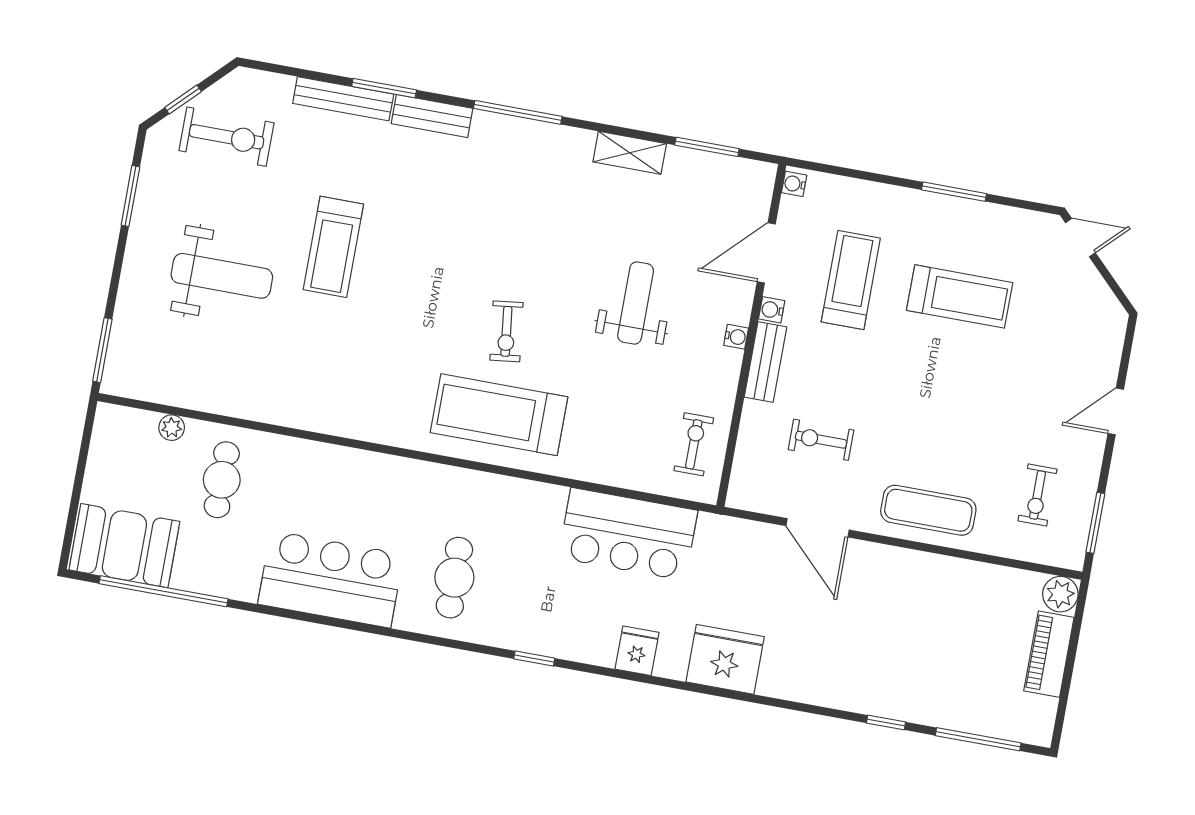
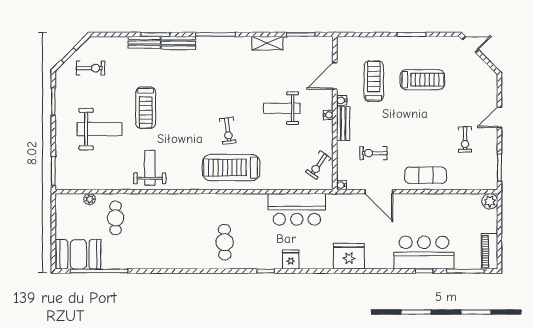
bench: (343, 99) -> (144, 42), width x0.73
exercise bike: (227, 137) -> (91, 68), width x0.73, depth x0.72
water cooler: (794, 184) -> (341, 185), moved
weight bench: (636, 303) -> (282, 108), turned -90
weight bench: (318, 382) -> (150, 168), added
exercise bike: (694, 444) -> (318, 165), turned -145
exercise bike: (1037, 495) -> (465, 139), moved
bar counter: (331, 579) -> (424, 253), moved
fridge: (637, 651) -> (291, 260), moved
piano: (1049, 654) -> (490, 251), moved

